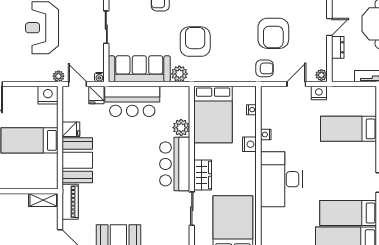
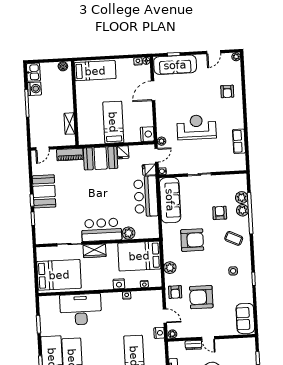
plant: (179, 74) -> (170, 268), moved
desk: (281, 179) -> (81, 309), moved
shelving: (43, 200) -> (69, 124), moved

